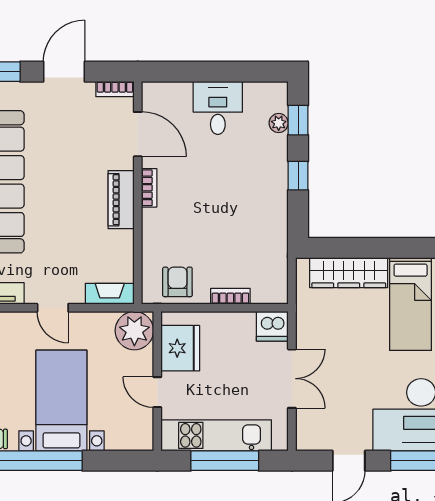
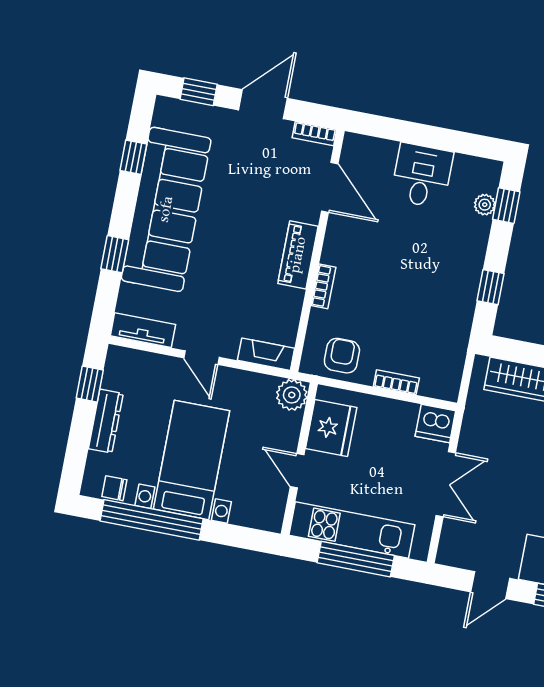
window: (298, 176) -> (491, 287), moved
bookcase: (149, 188) -> (323, 286), moved
plant: (134, 331) -> (292, 395), width x0.73, depth x0.73

